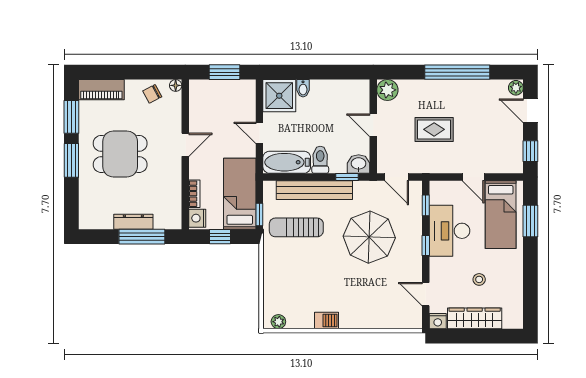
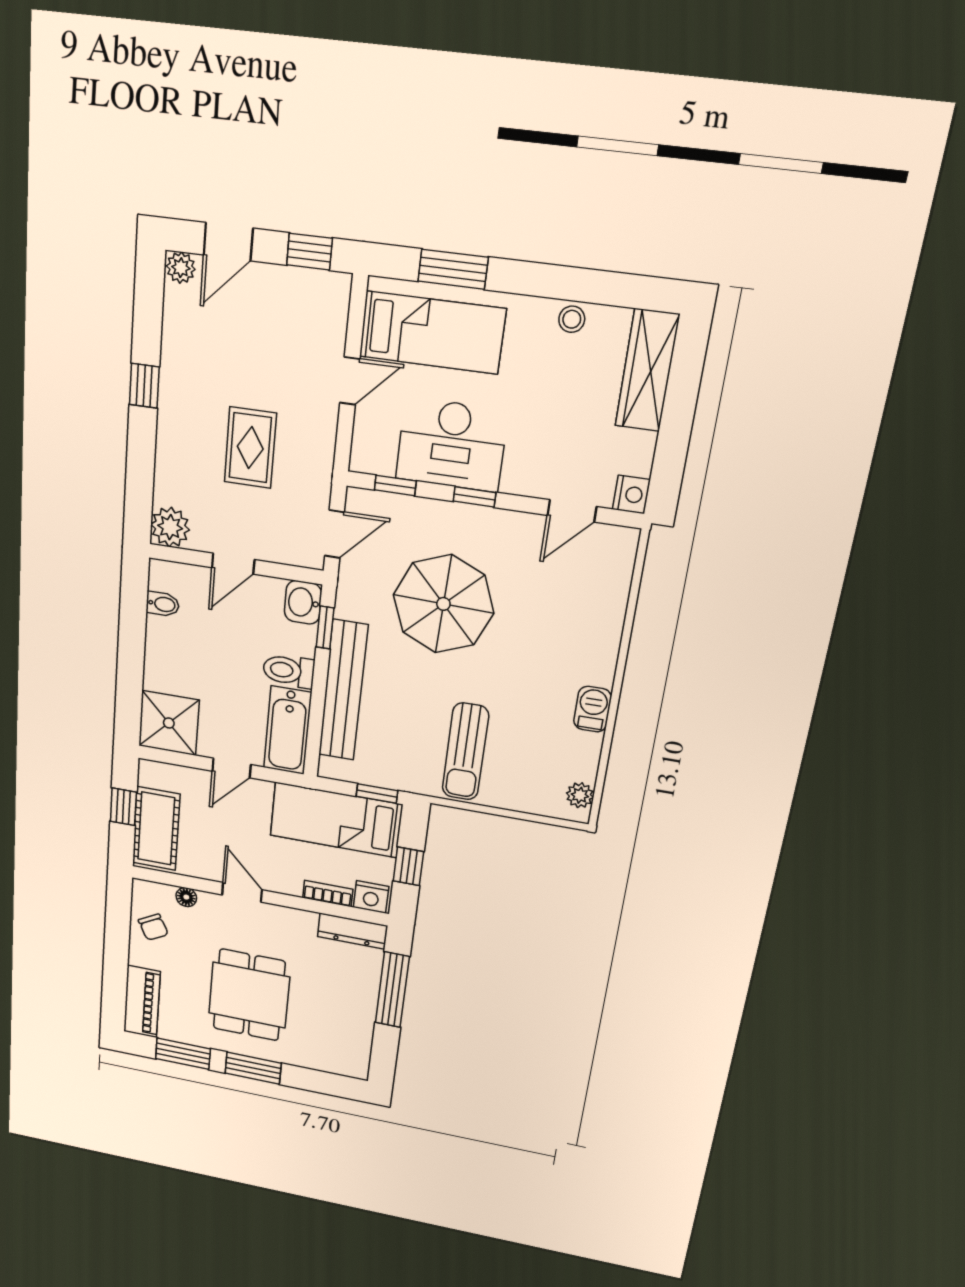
window: (225, 72) -> (123, 807), width x0.67
window: (457, 72) -> (144, 386), width x0.32
floor lamp: (176, 85) -> (186, 897), moved
bidet: (303, 88) -> (163, 604), moved
cot: (215, 92) -> (156, 829), added
dresser: (133, 222) -> (352, 931), moved, turned -90
sun lounger: (296, 227) -> (465, 752), moved
stool: (479, 279) -> (572, 319), moved
wardrobe: (475, 318) -> (647, 370), moved

